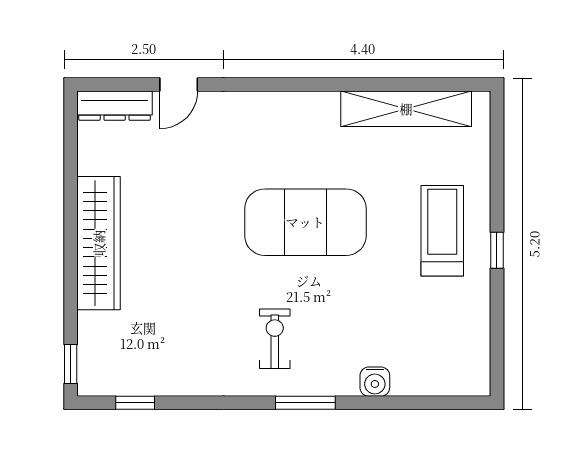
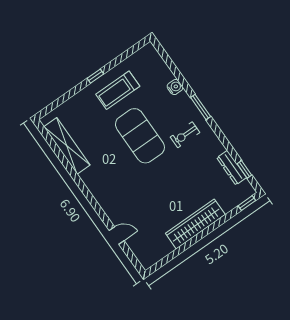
dresser: (115, 106) -> (232, 168), moved, turned 180
exercise mat: (305, 222) -> (140, 136), moved
treadmill: (442, 231) -> (118, 90), moved

